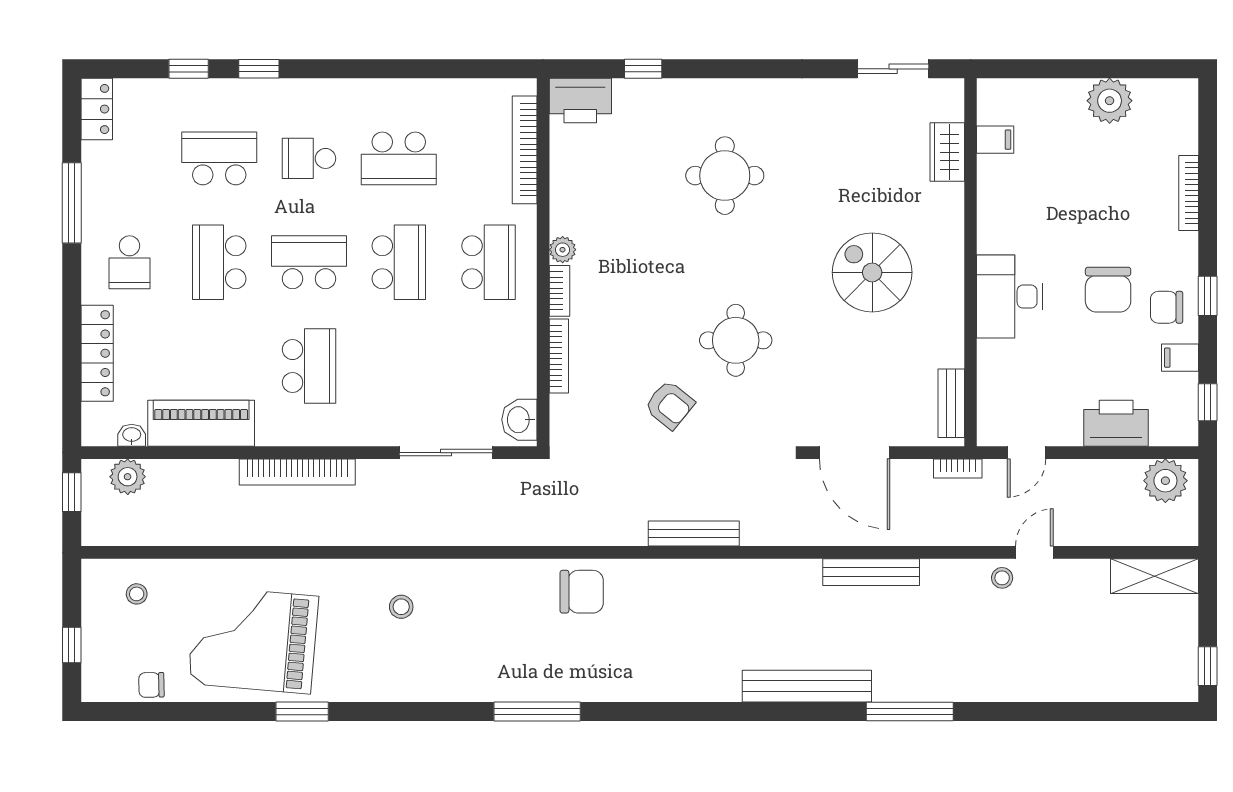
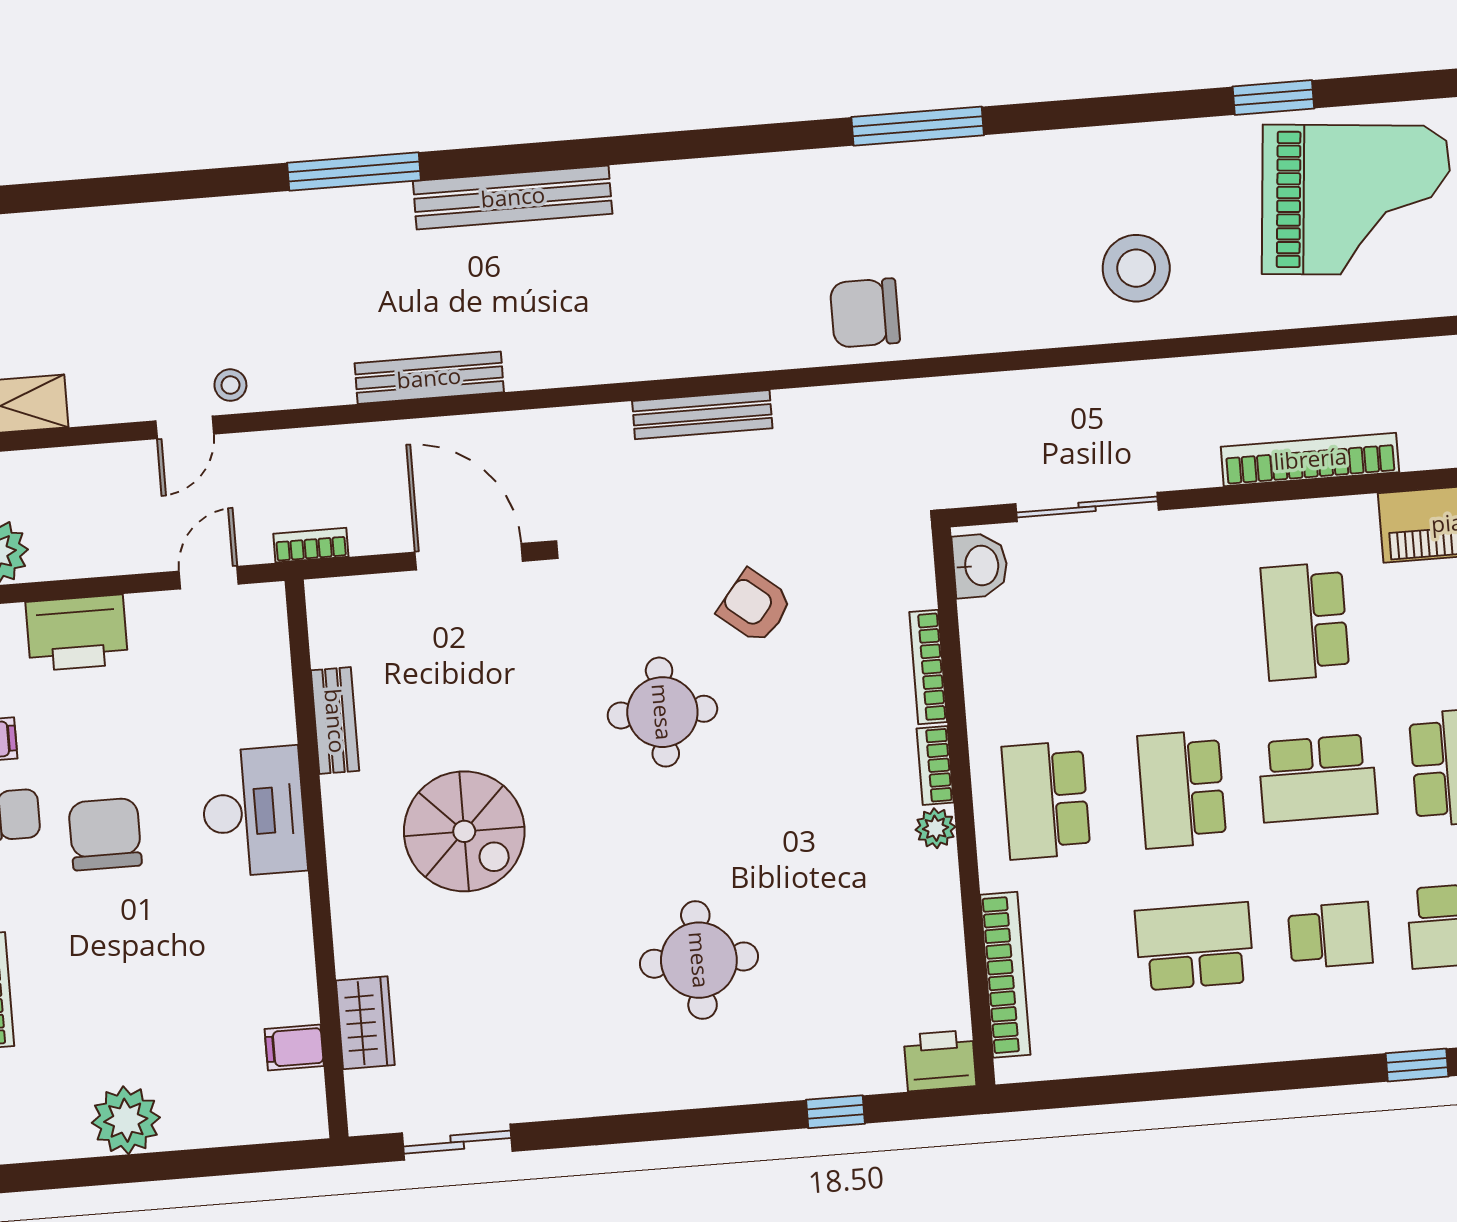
printer: (580, 100) -> (940, 1061), width x0.73, depth x0.84
bench: (951, 403) -> (335, 721), moved
stool: (401, 607) -> (1136, 268), width x1.89, depth x1.89

